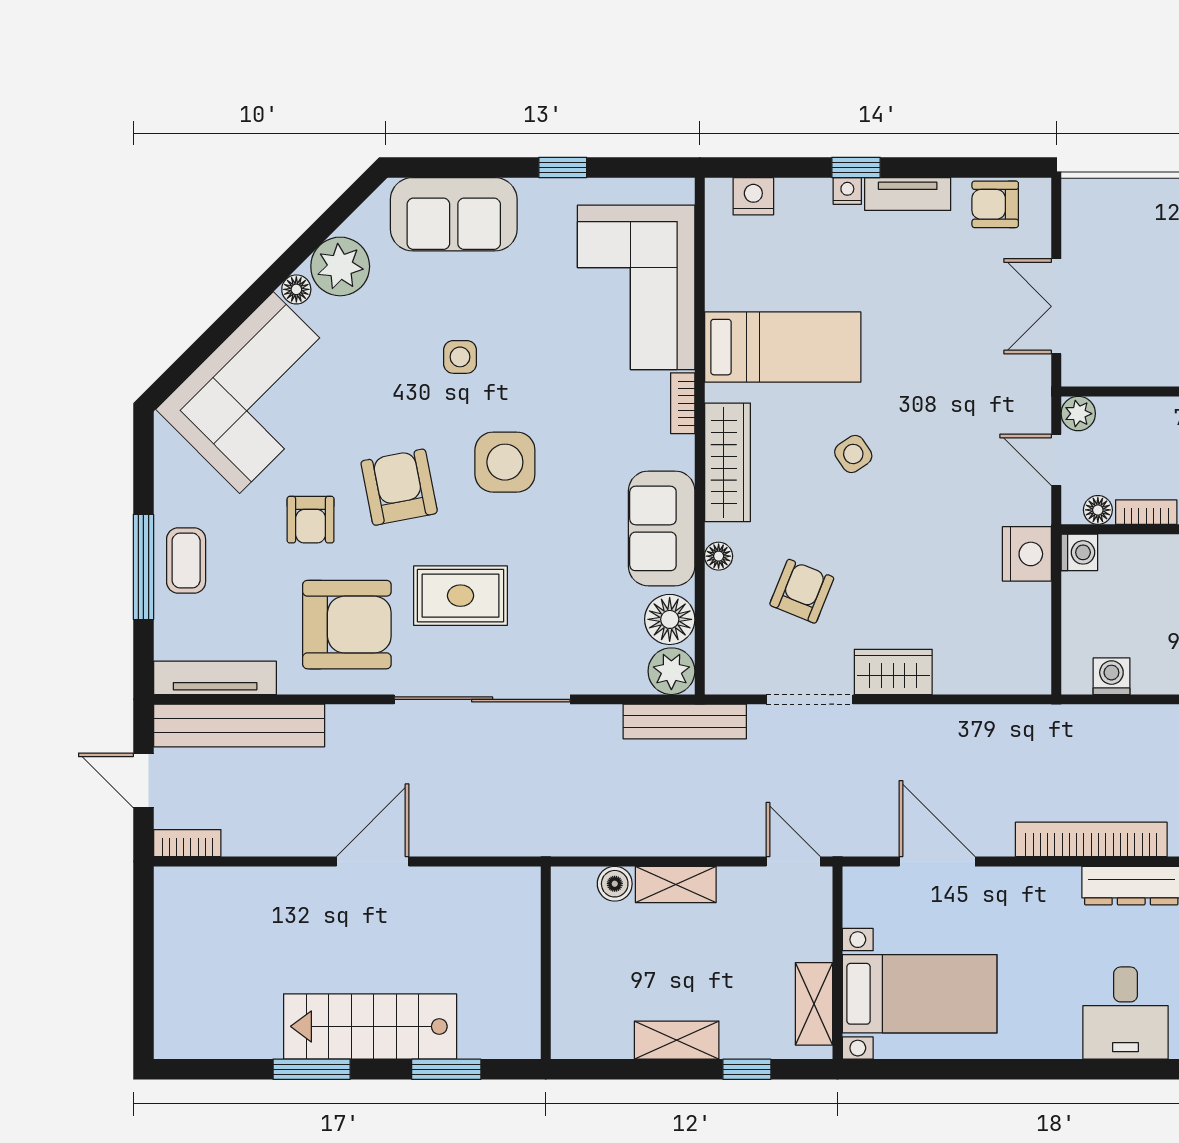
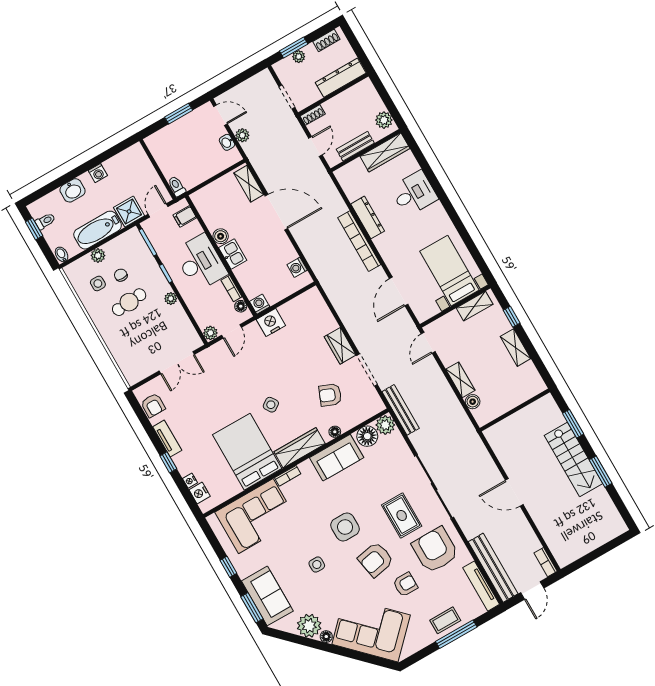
window: (448, 167) -> (252, 608), added
nightstand: (847, 191) -> (190, 481), moved
bed: (783, 347) -> (247, 452), width x1.50

